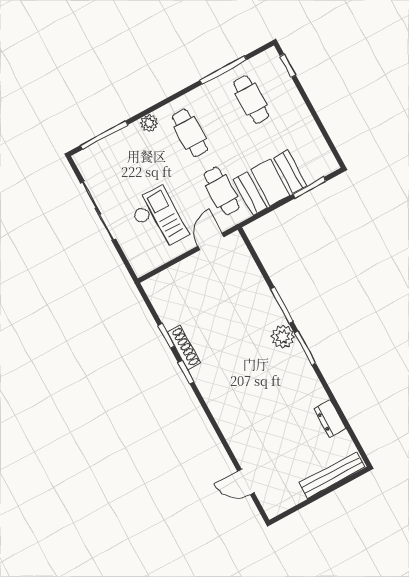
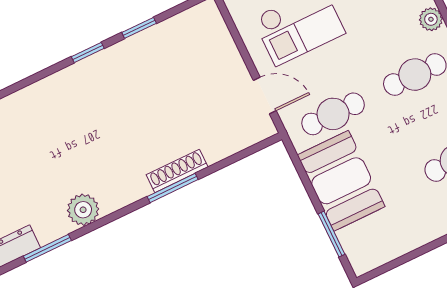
plant: (283, 337) -> (83, 210), moved
shoe rack: (184, 348) -> (177, 171), moved, turned 180
window: (305, 348) -> (47, 248), moved

